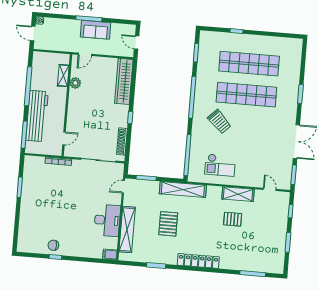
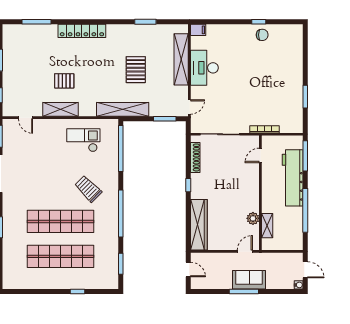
sofa: (96, 30) -> (249, 280), moved
locker: (198, 261) -> (82, 31), moved

